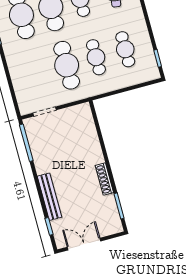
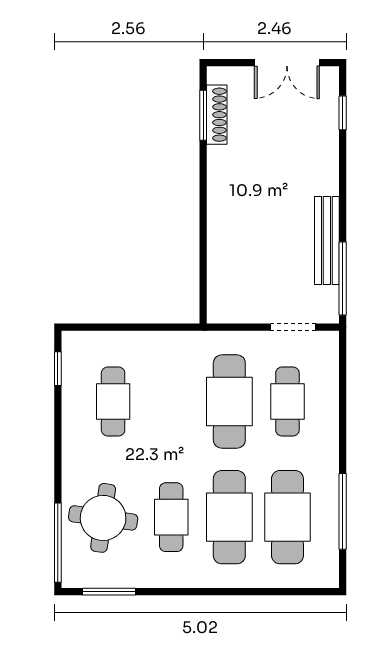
cafe table: (96, 57) -> (287, 401), moved
shoe rack: (104, 179) -> (217, 115), moved
bench: (50, 197) -> (327, 240), moved

